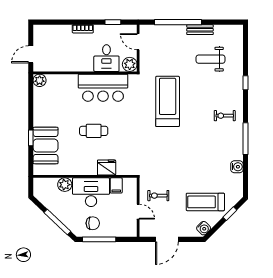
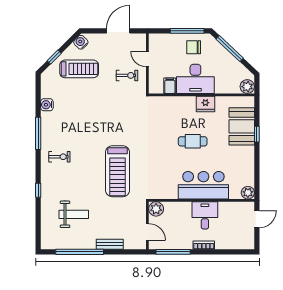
window: (113, 22) -> (173, 252), width x2.17
window: (178, 22) -> (80, 252), moved
bench: (200, 30) -> (110, 244), moved
desk: (106, 58) -> (205, 215), moved
bar counter: (103, 88) -> (203, 185), moved
fridge: (107, 168) -> (205, 104), moved
plant: (65, 185) -> (247, 87), moved

